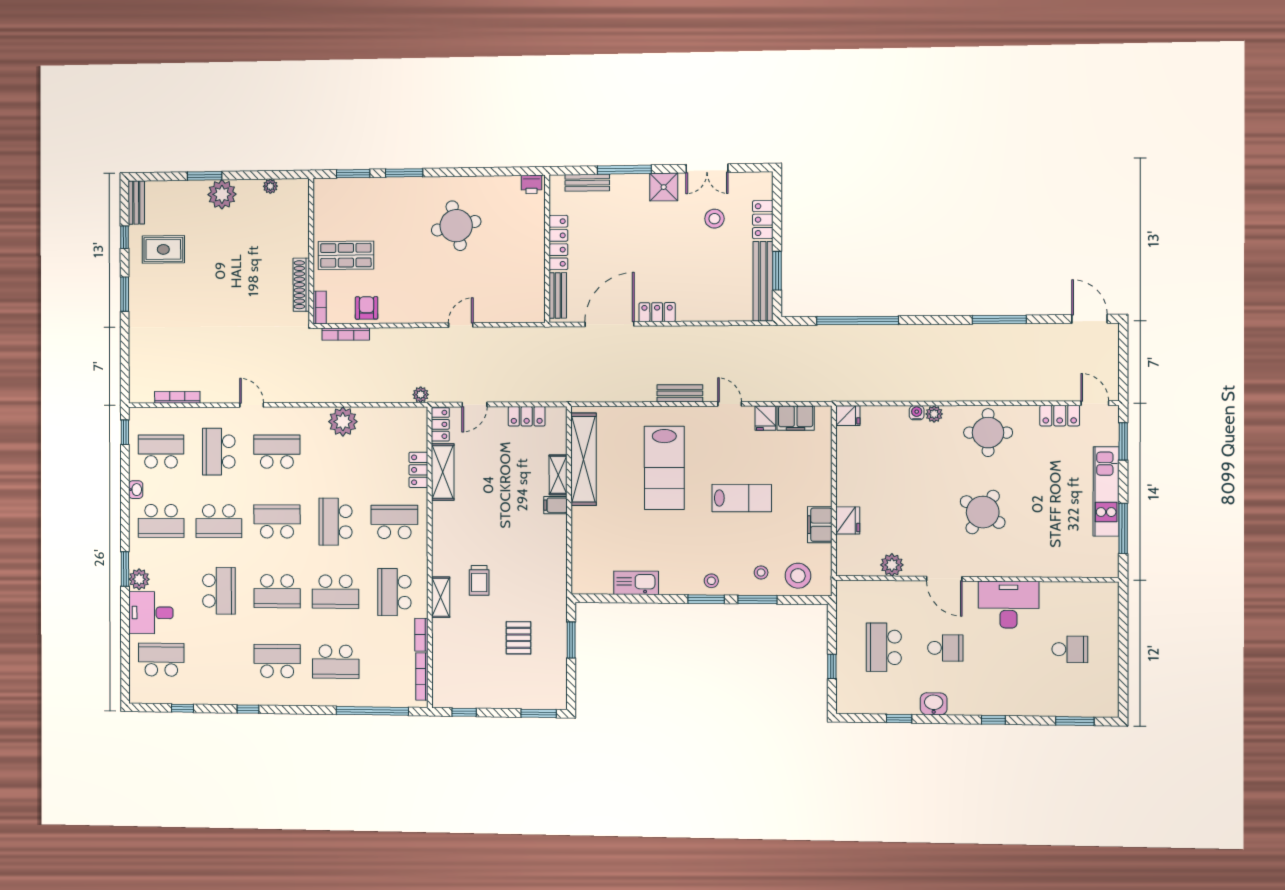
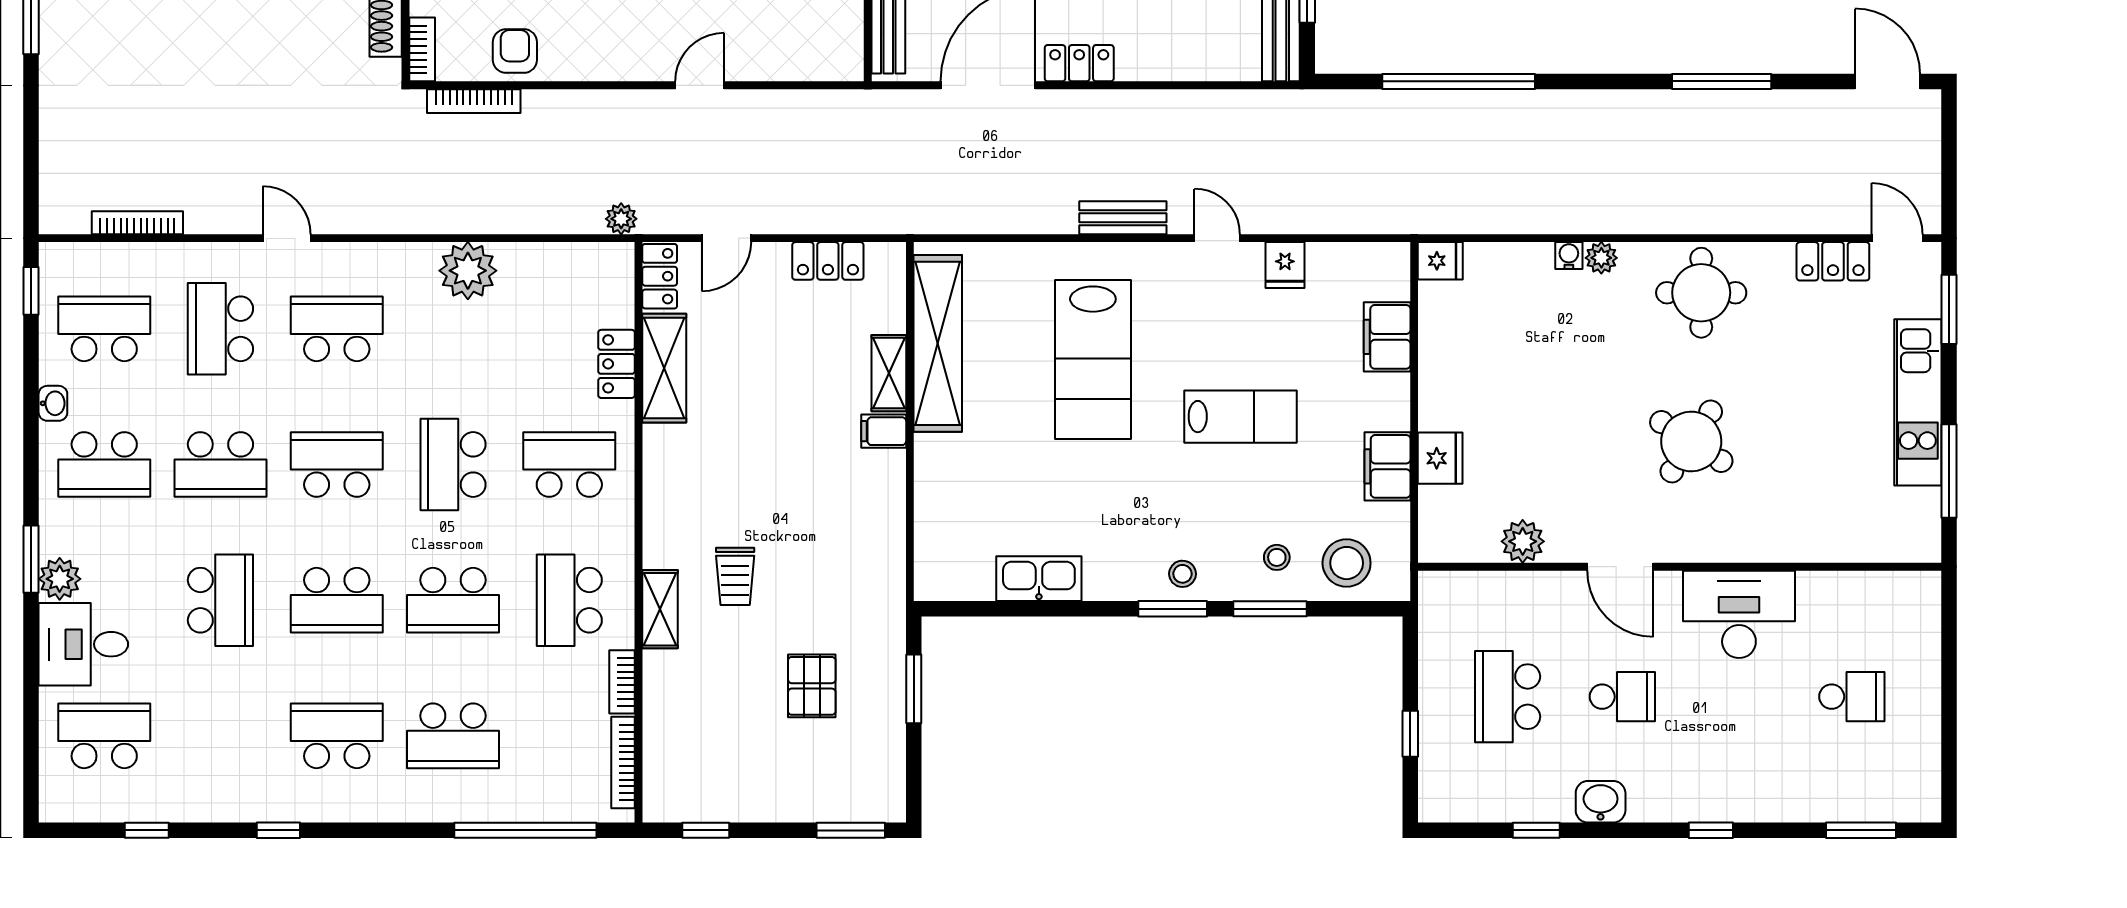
filing cabinet: (796, 418) -> (1387, 337), moved, turned 90

